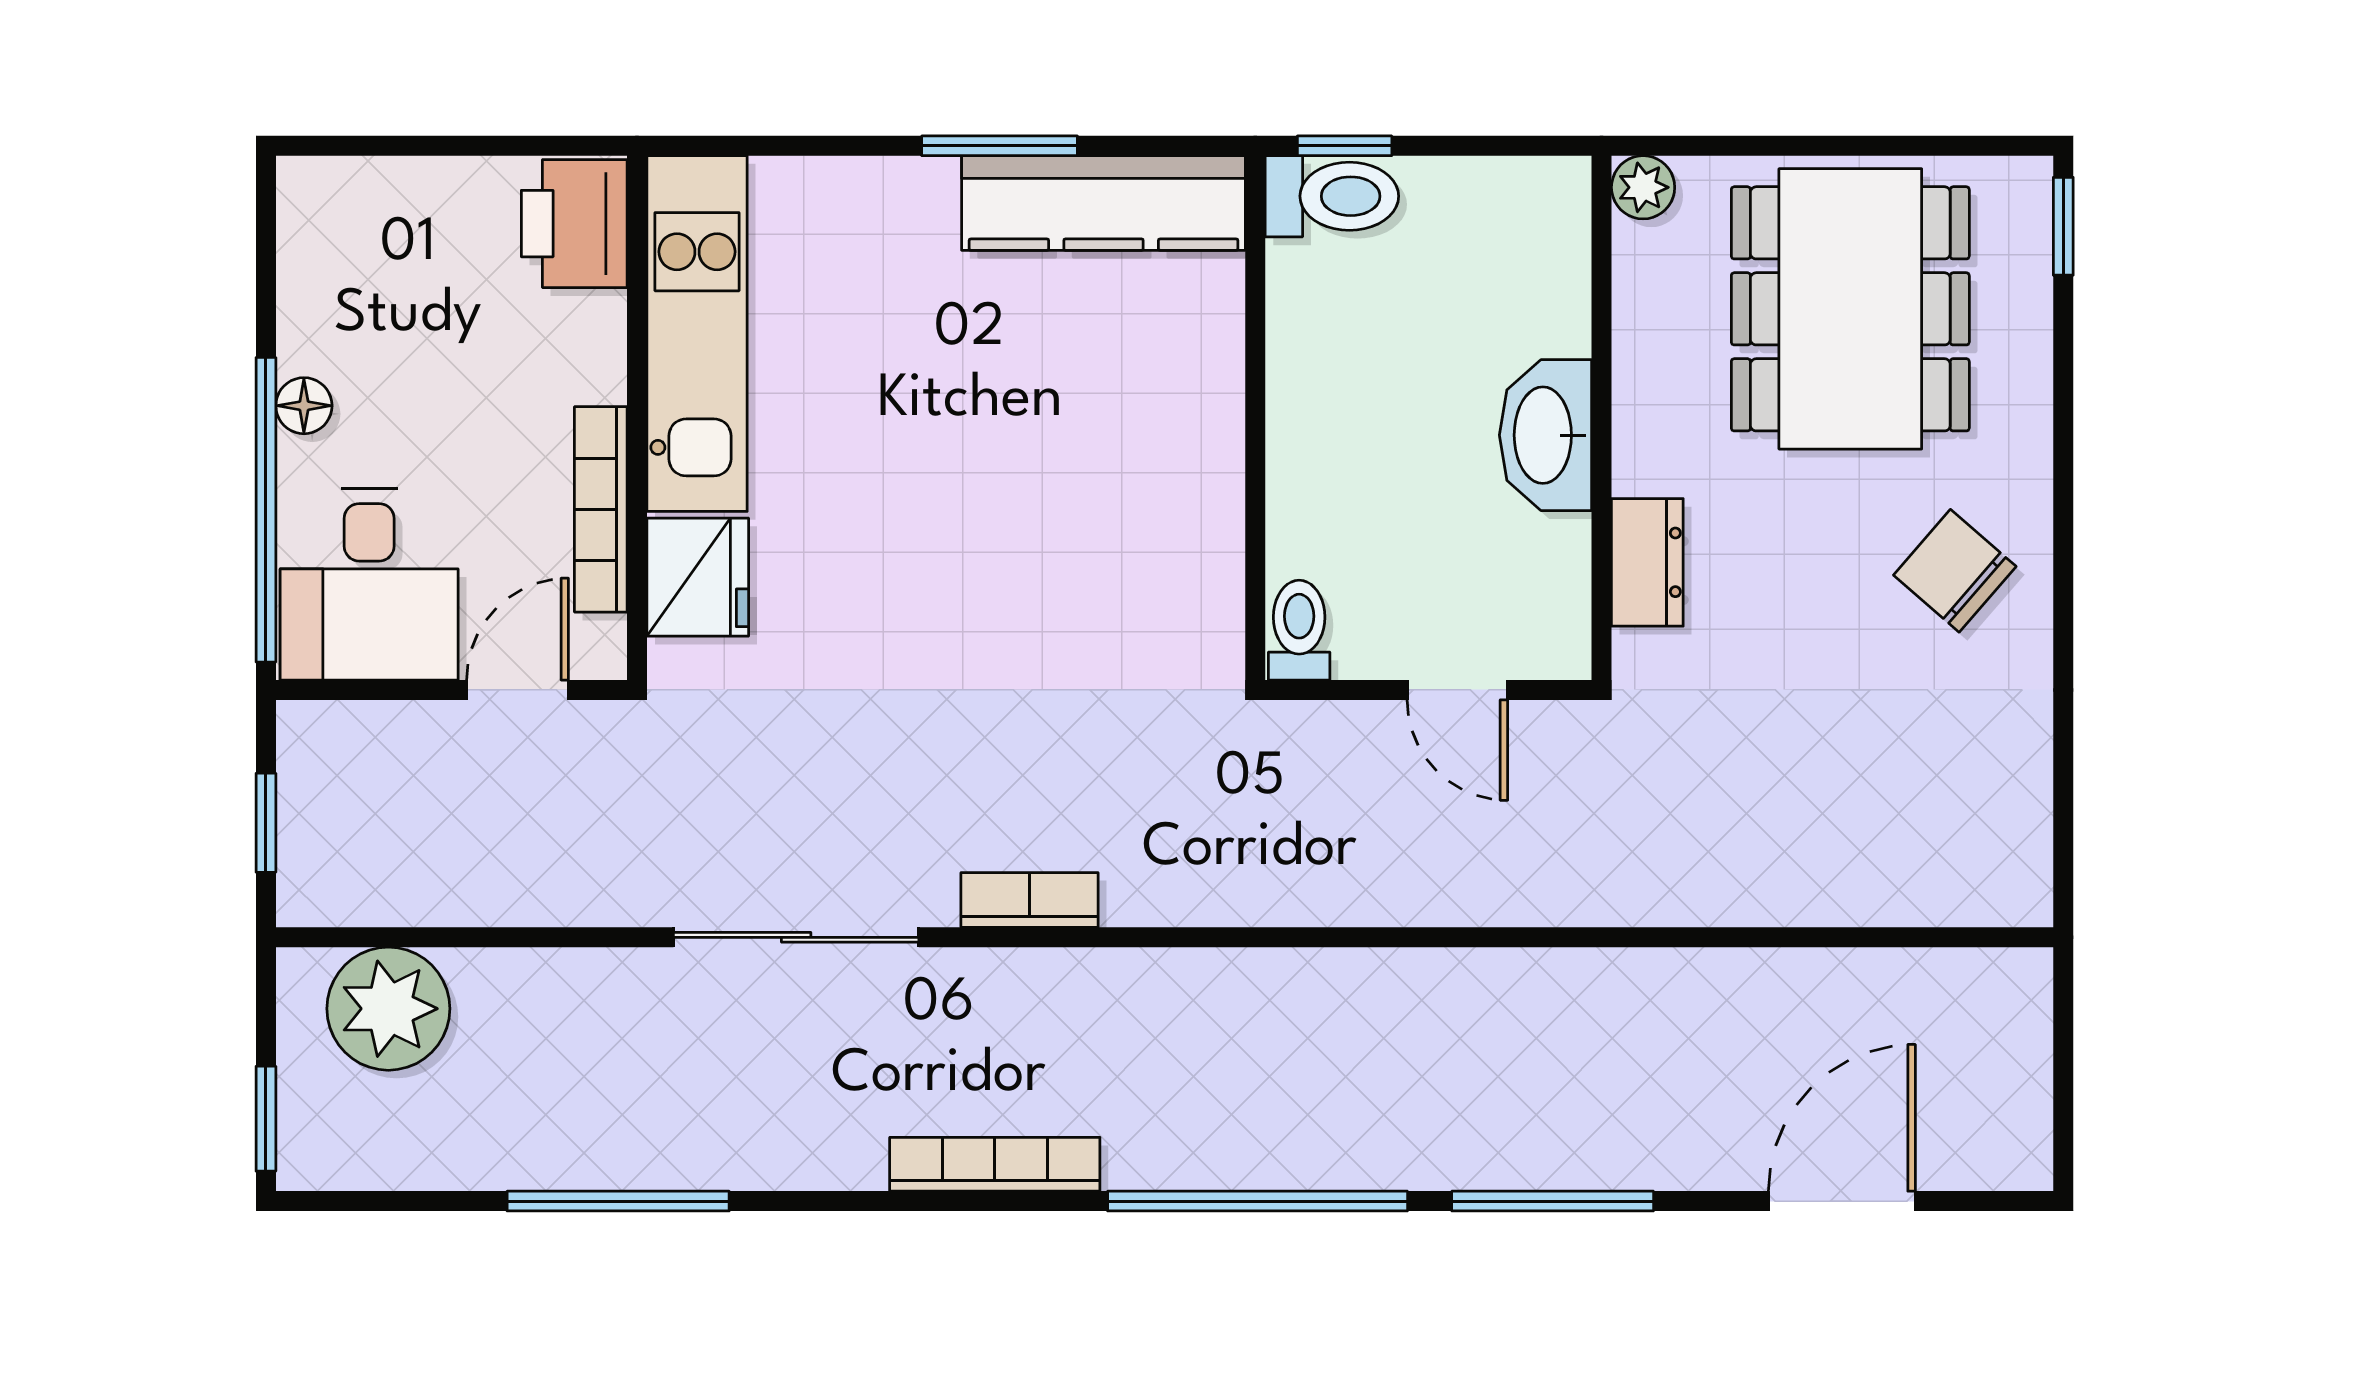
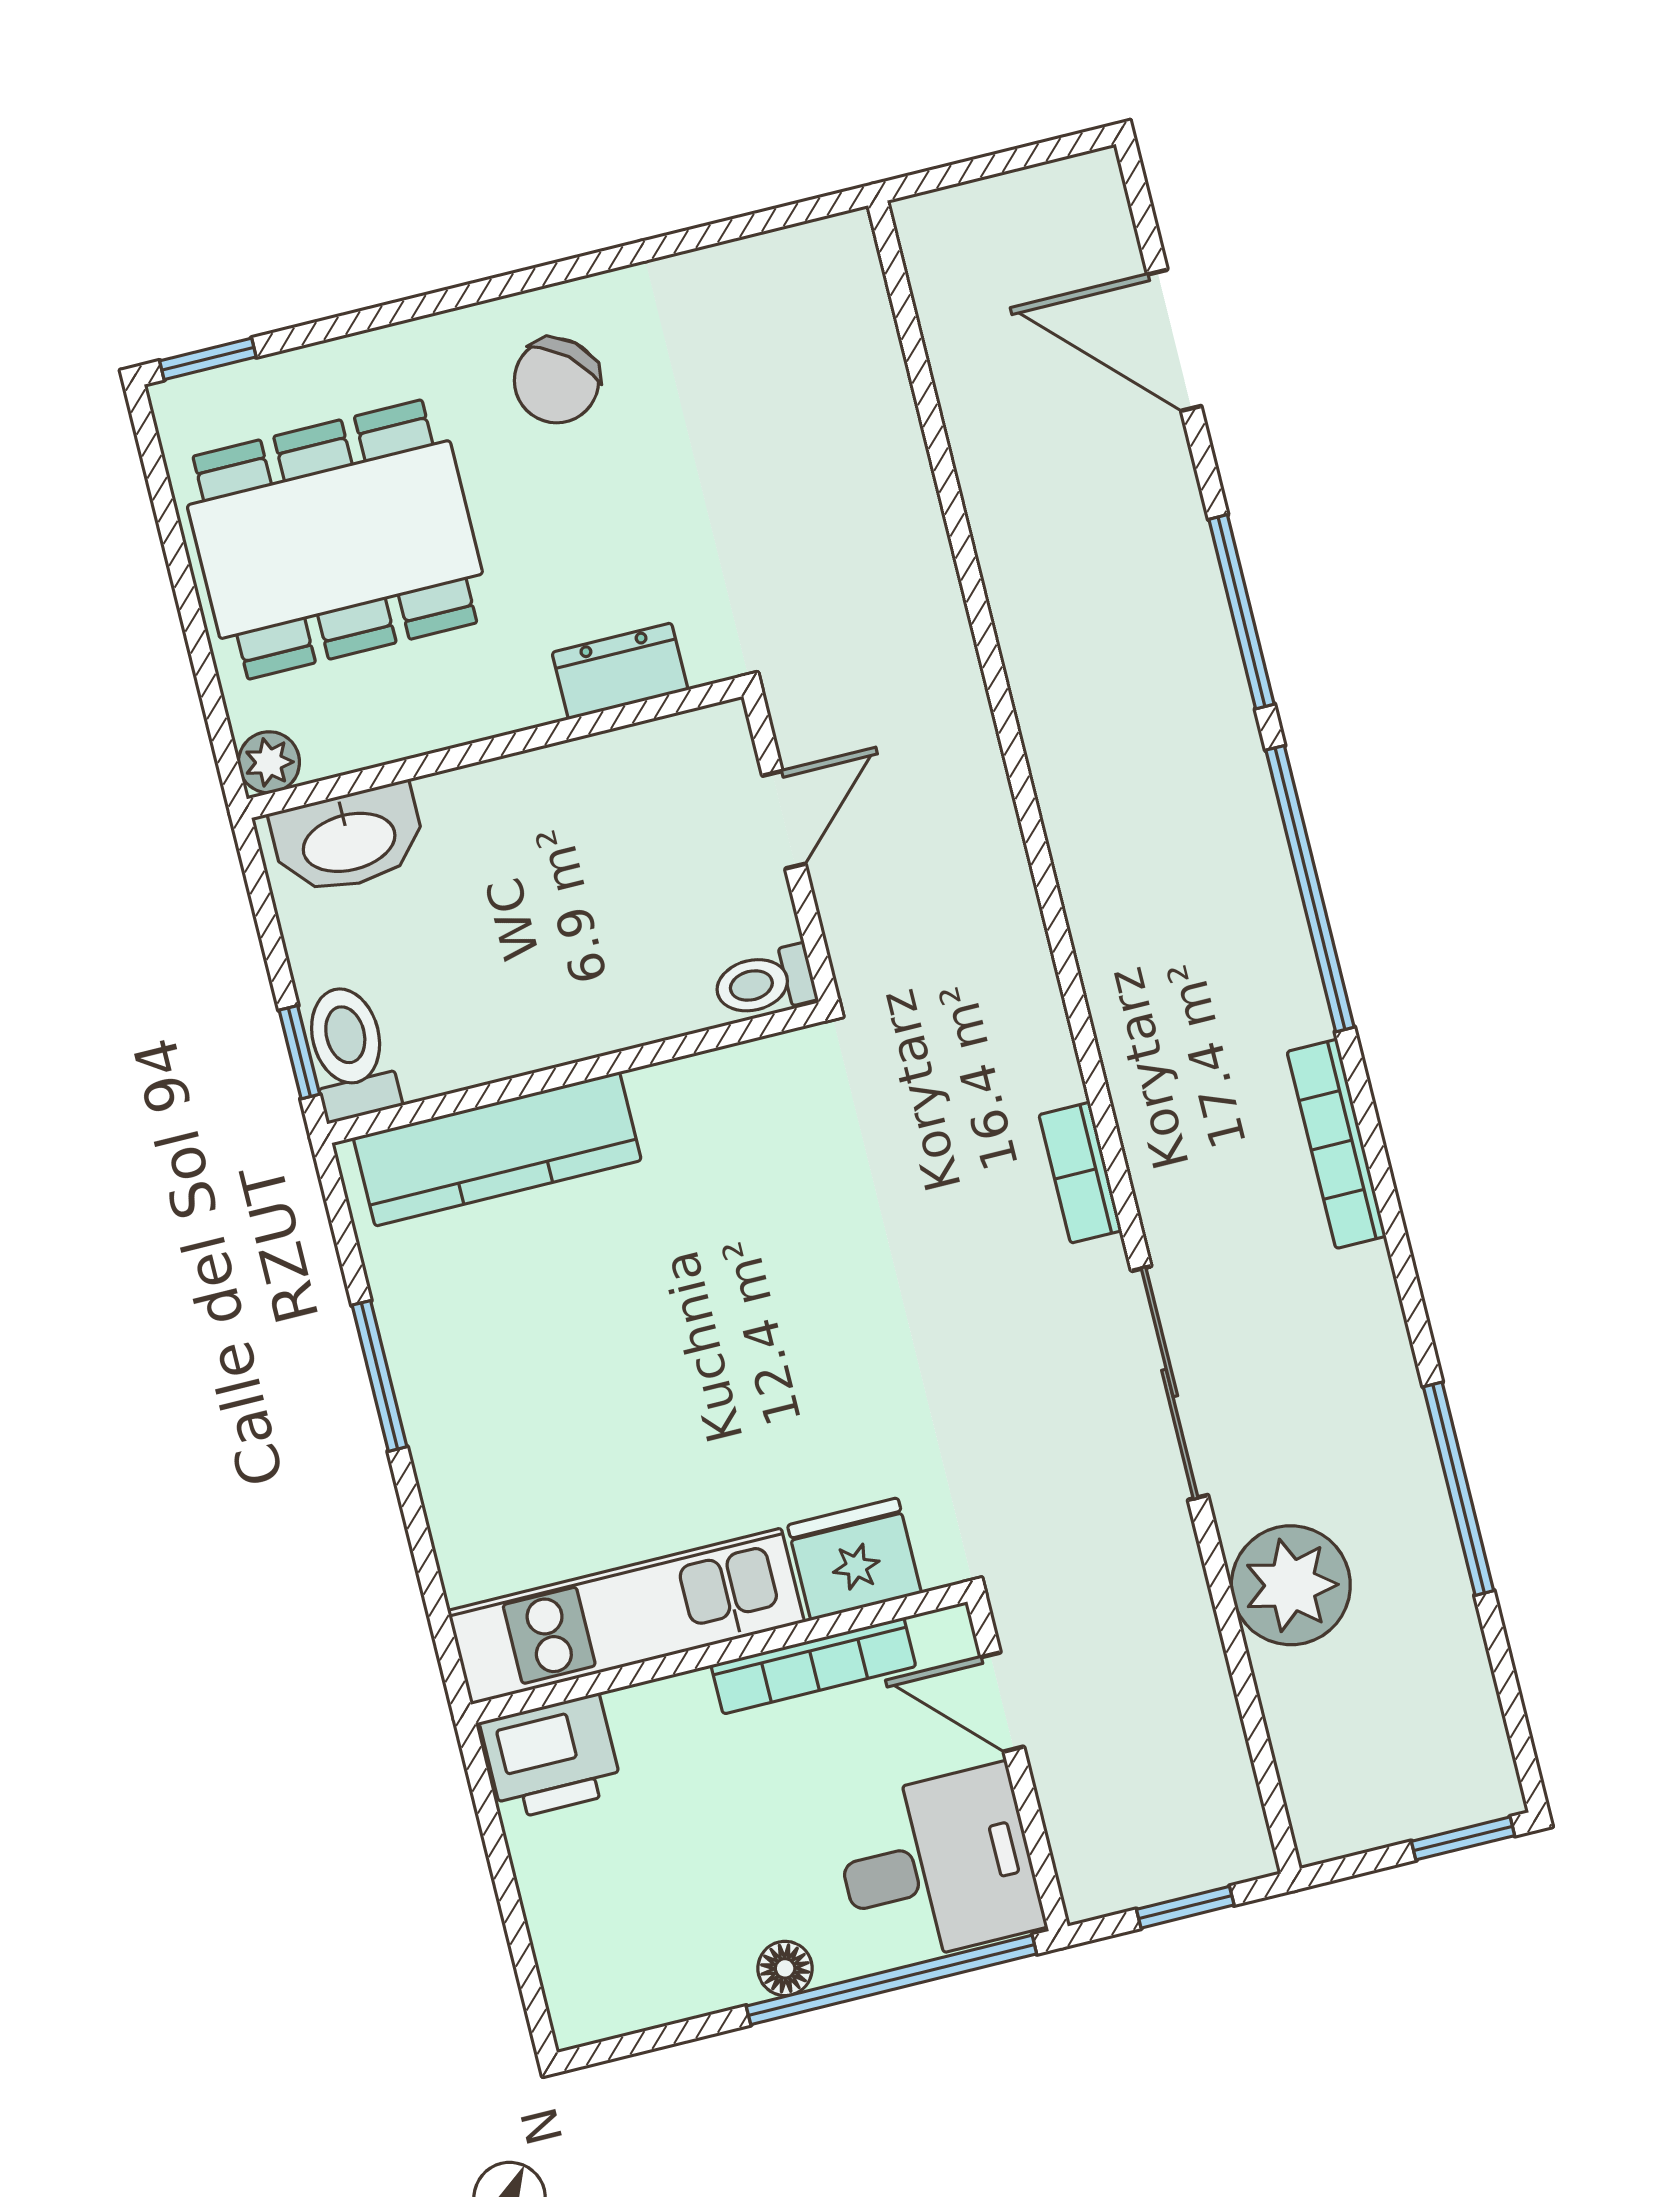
kitchen counter: (1103, 203) -> (497, 1149), moved, turned 90
washbasin: (1546, 435) -> (348, 840), moved
plant: (388, 1009) -> (1291, 1585), moved

